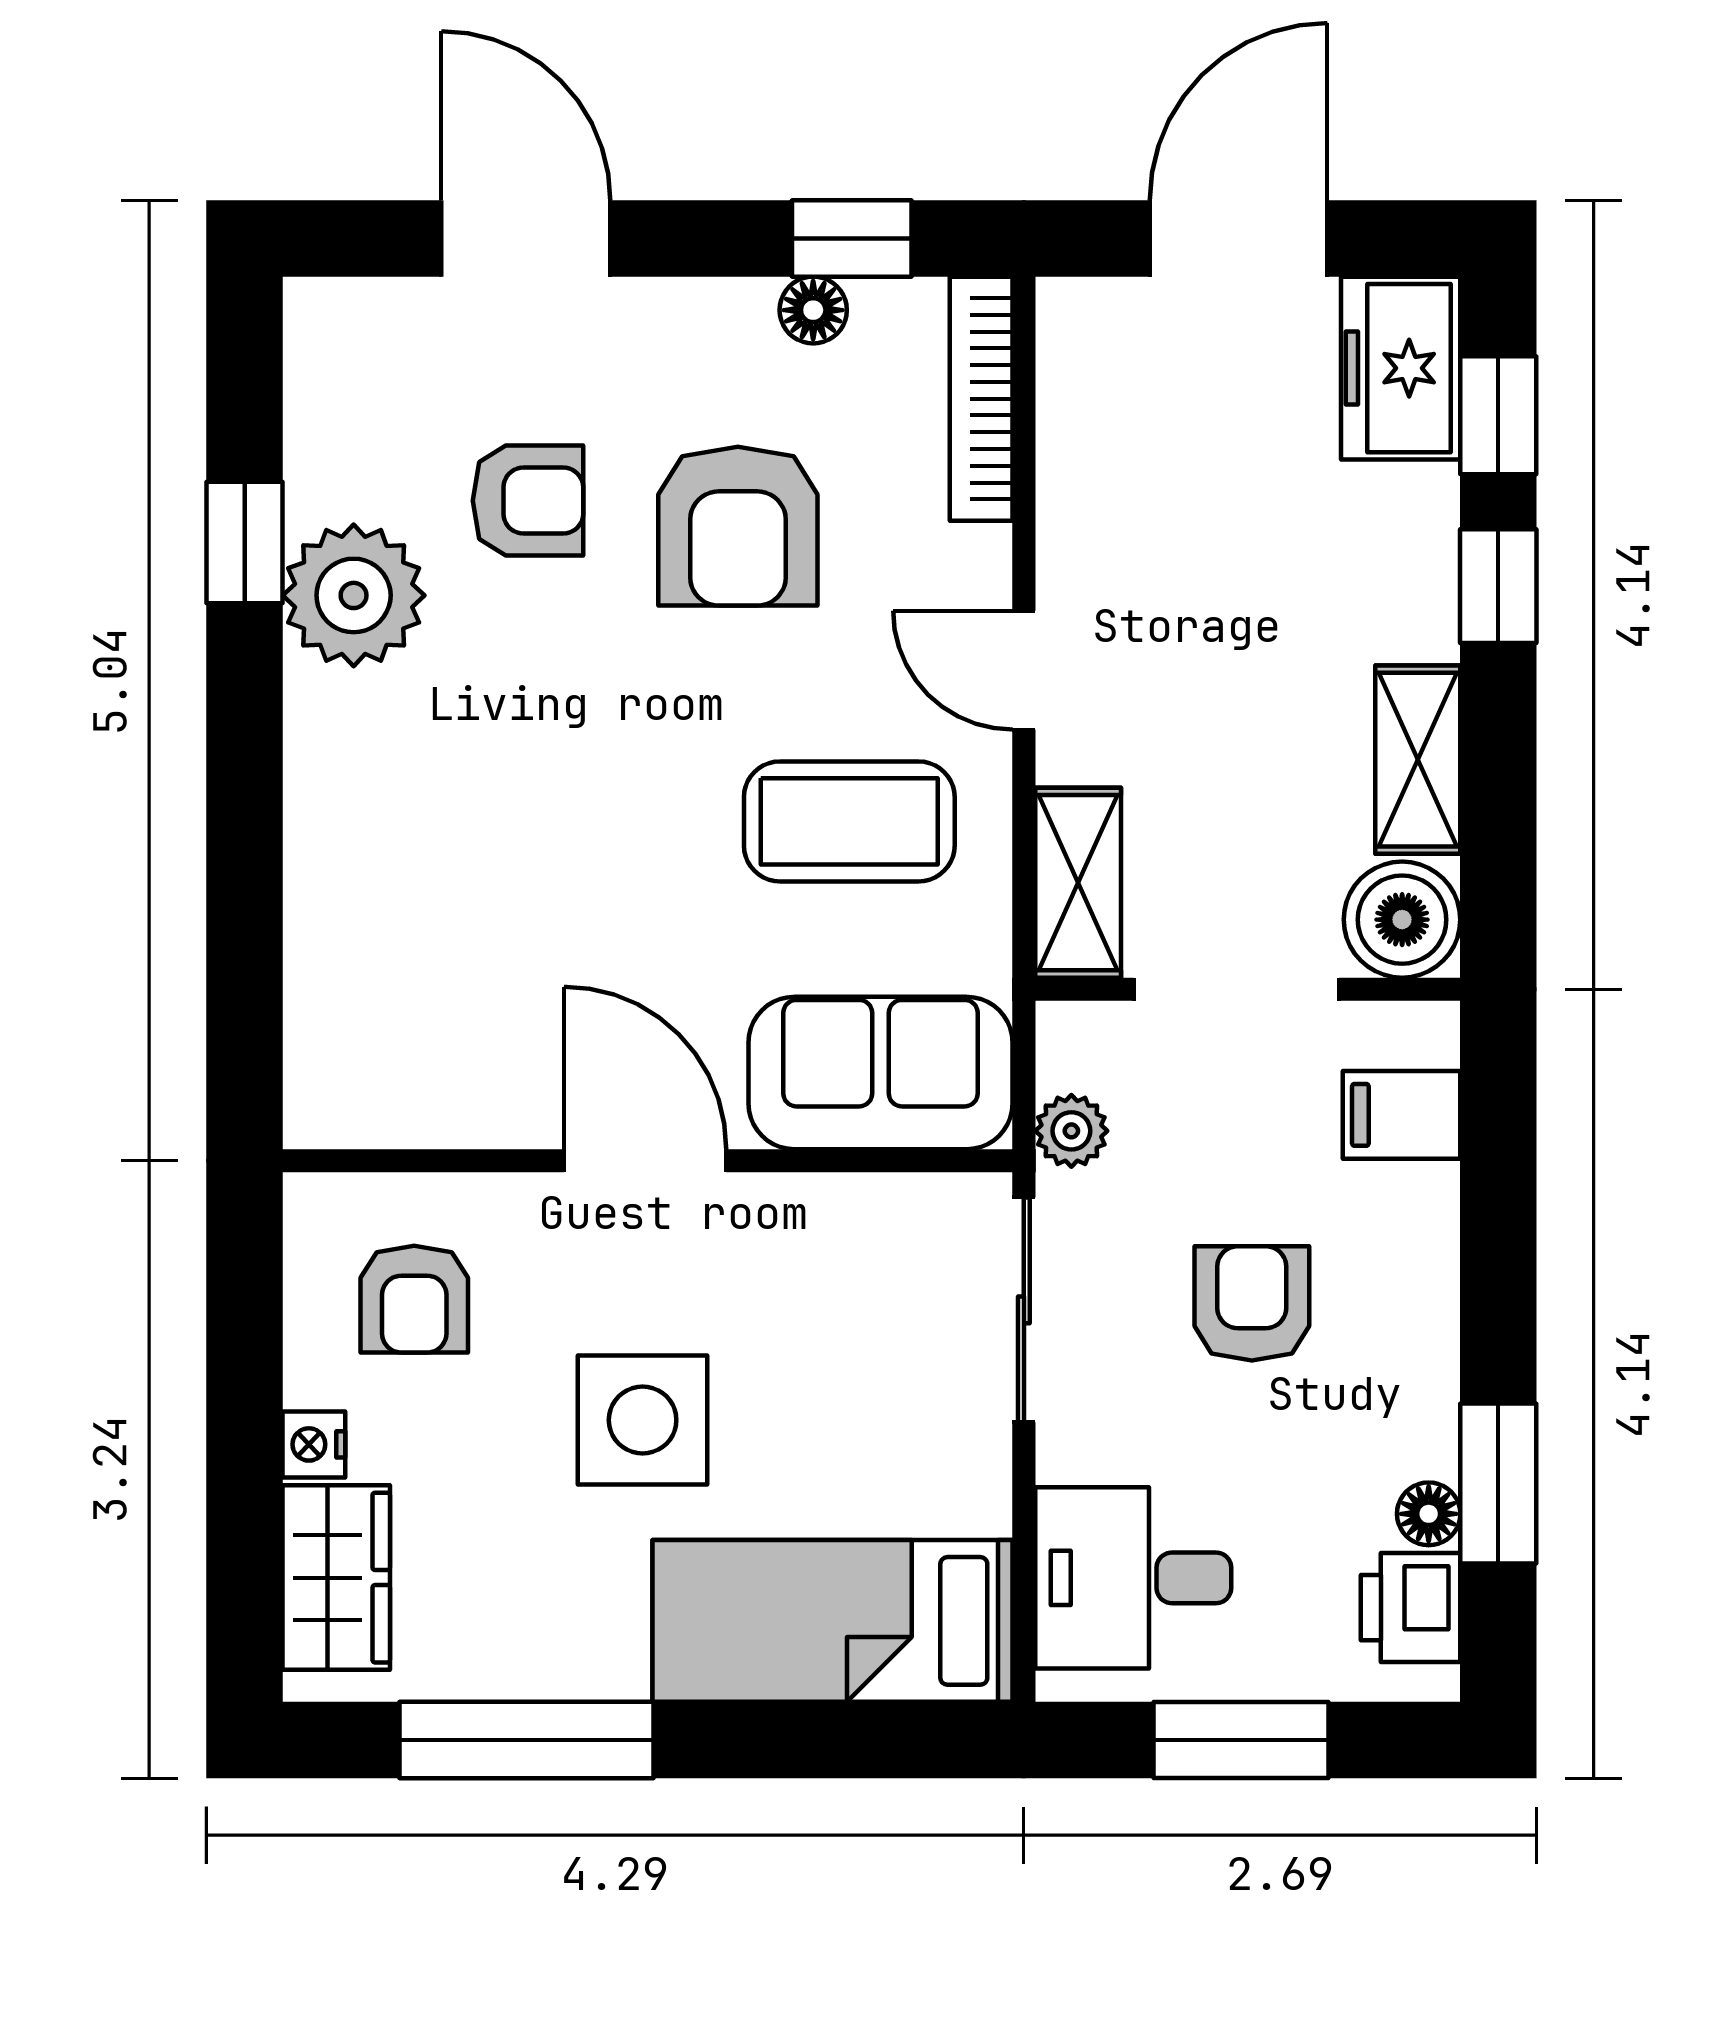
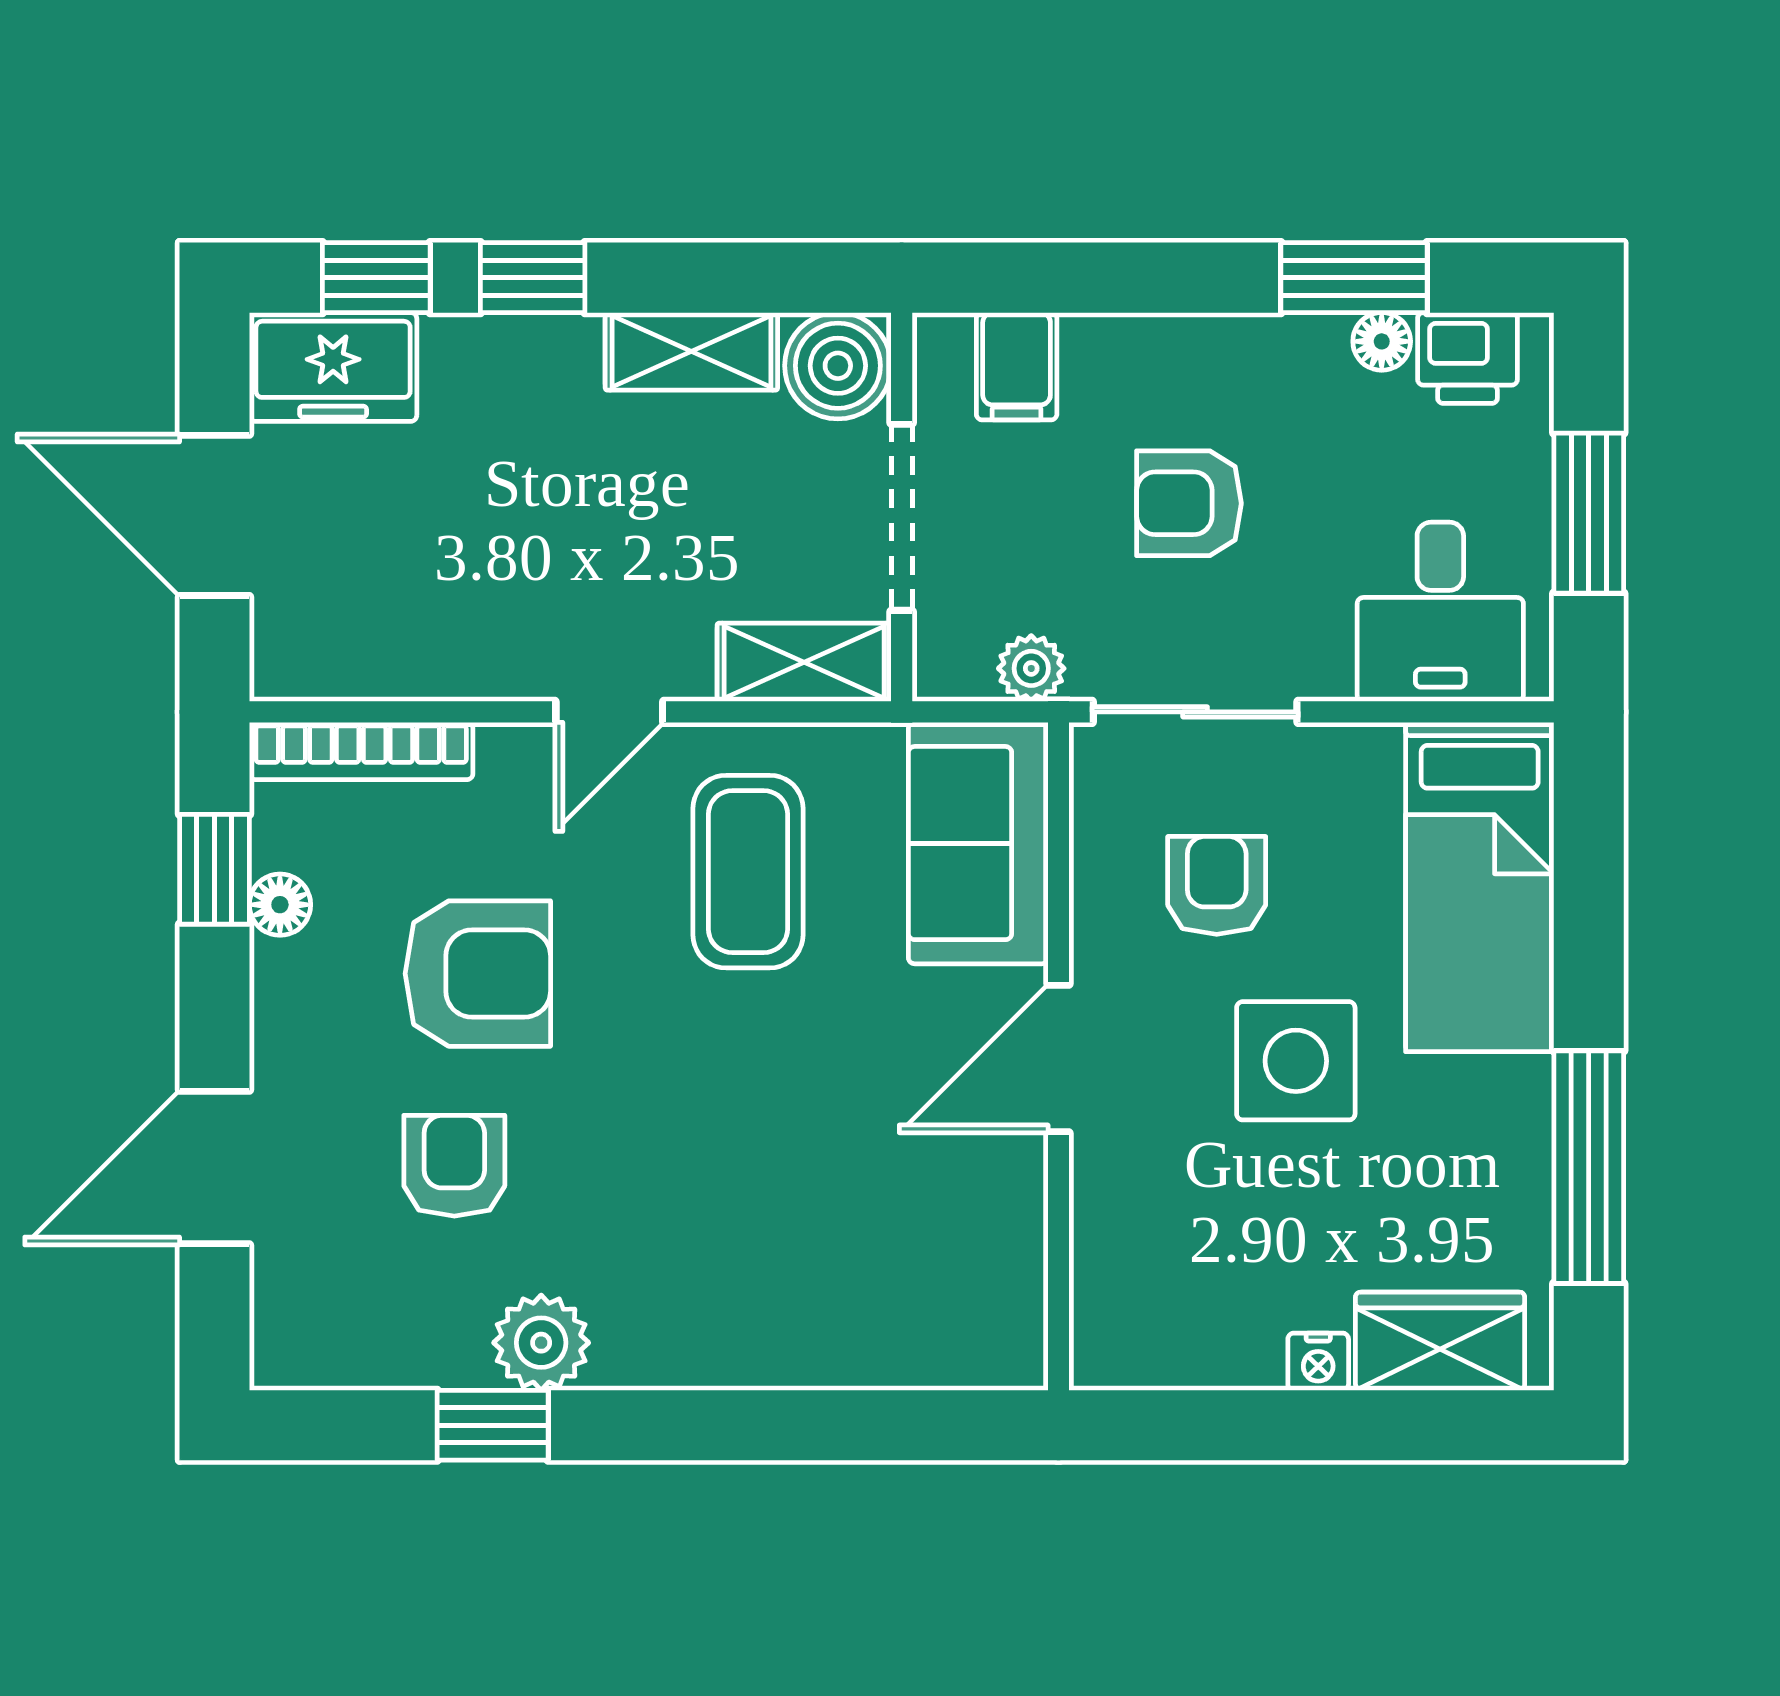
plant: (354, 595) -> (541, 1343), width x0.73, depth x0.73
armchair: (414, 1299) -> (1217, 885), moved, turned -90

